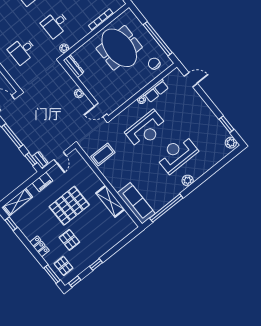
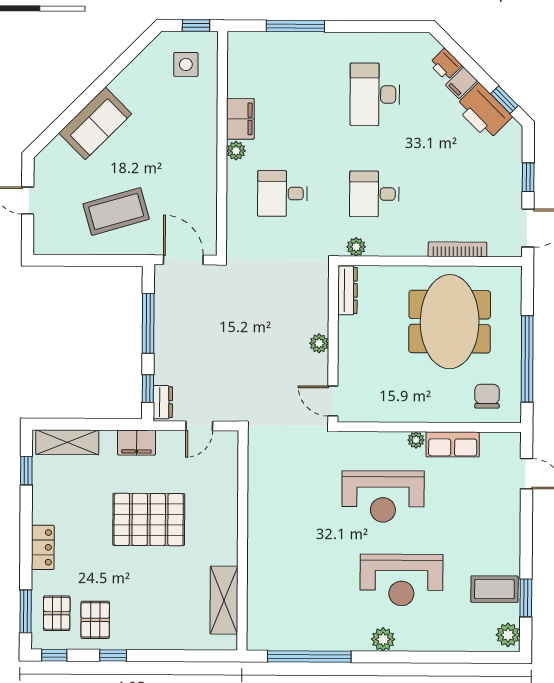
coffee table: (103, 154) -> (494, 589), moved
reception desk: (177, 154) -> (401, 580), turned 180
shelving: (110, 201) -> (224, 600), moved
sofa: (136, 203) -> (265, 607), removed
pallet: (69, 240) -> (95, 620), moved

